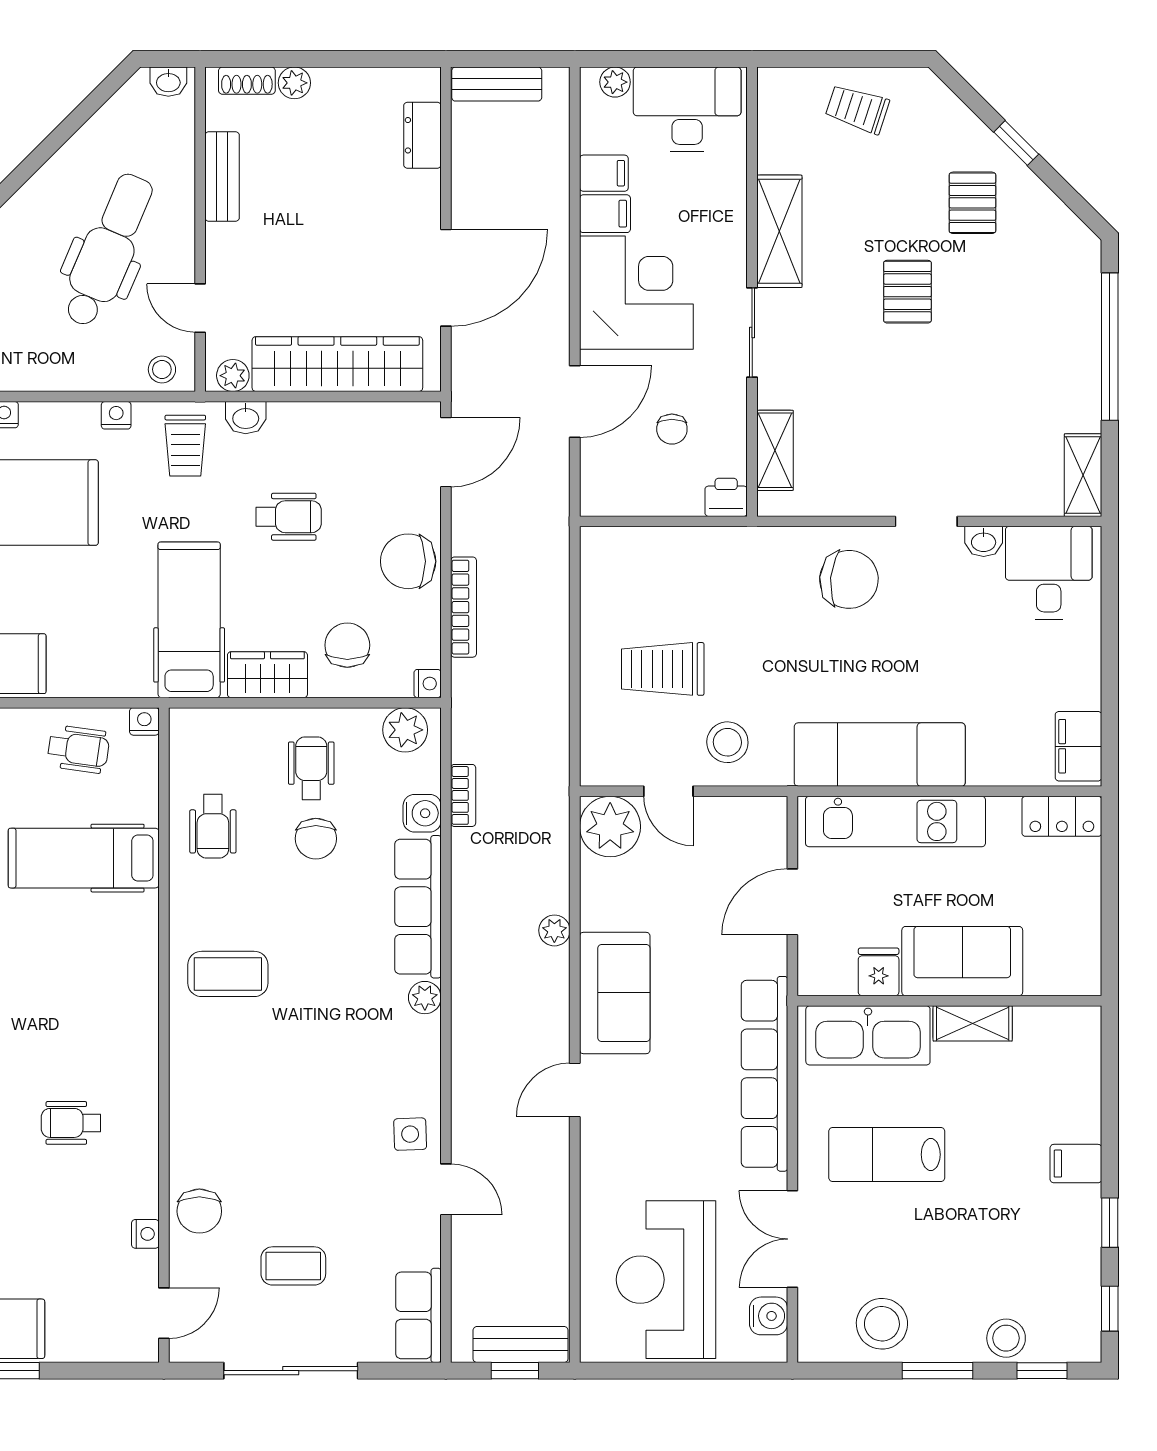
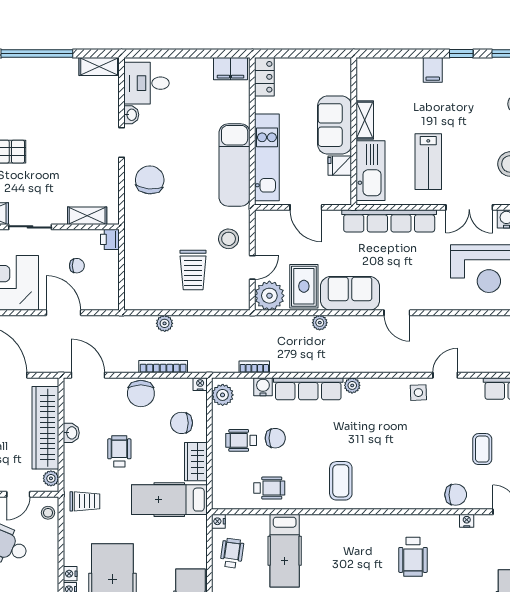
nightstand: (116, 415) -> (70, 574), moved
washbasin: (246, 418) -> (71, 433), moved
plant: (553, 610) -> (165, 323), added
rug: (629, 898) -> (304, 286), added
wheelchair: (71, 1123) -> (413, 557), width x1.36, depth x1.37

